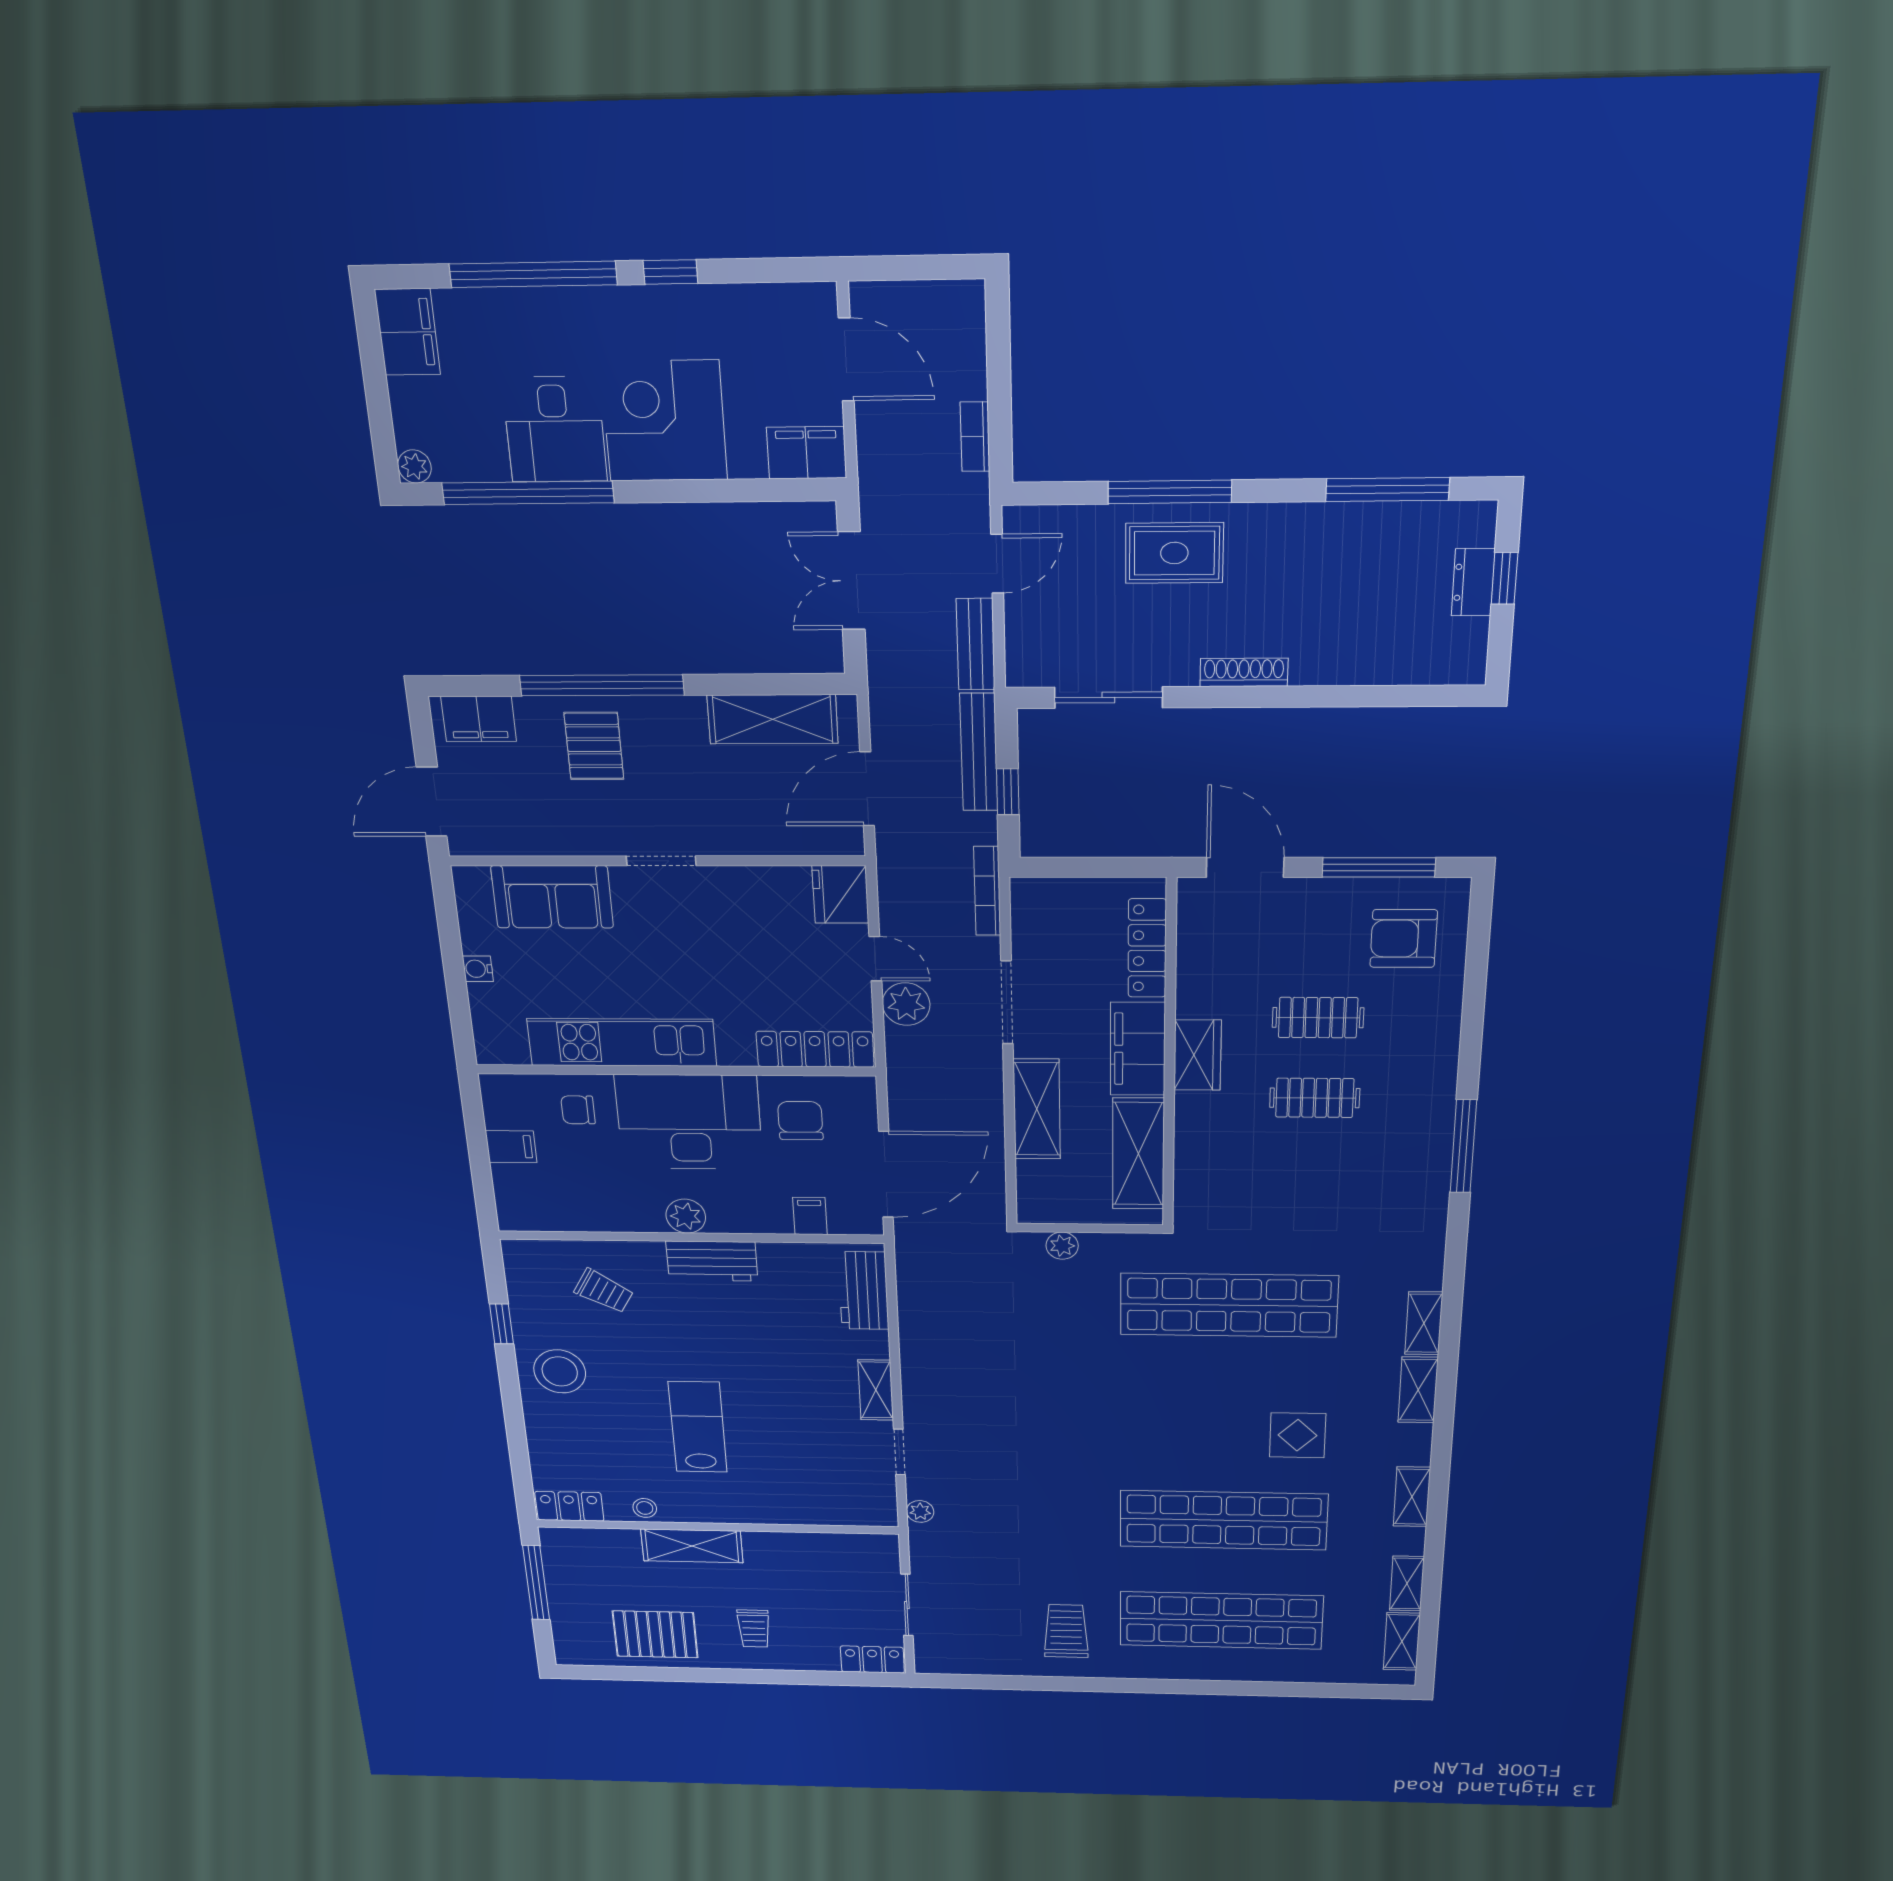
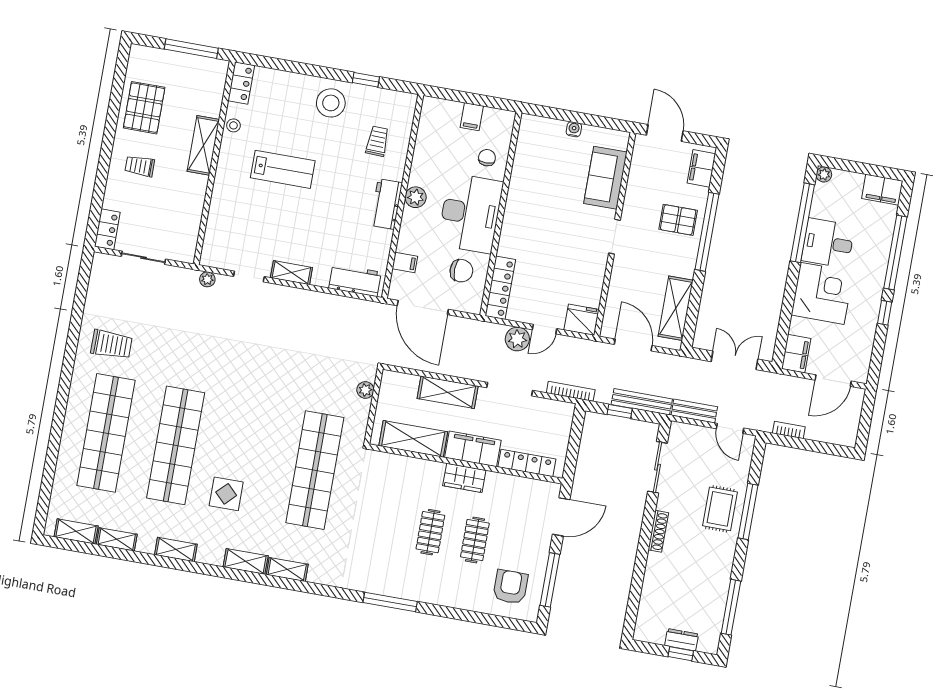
kitchen unit: (622, 1042) -> (521, 191), removed
trolley: (604, 1291) -> (377, 141), turned 152

